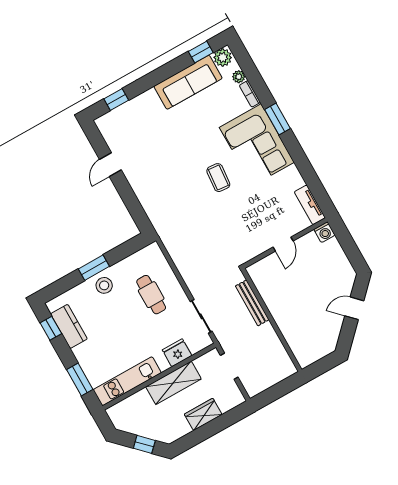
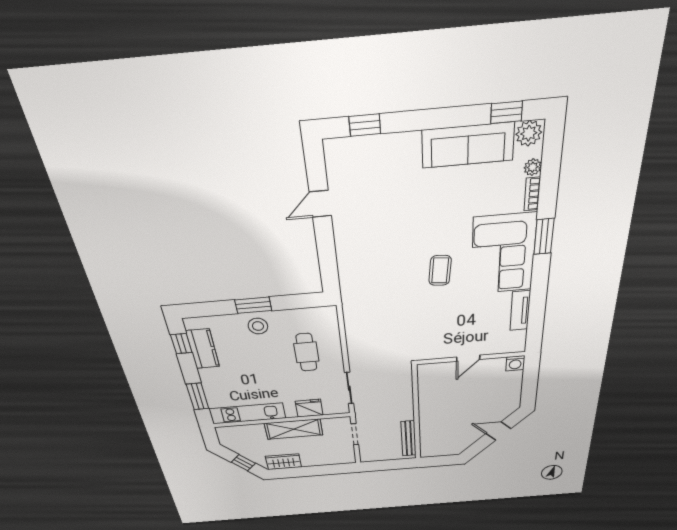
tv unit: (310, 205) -> (520, 311), moved
bench: (252, 303) -> (409, 438), moved
wardrobe: (203, 414) -> (283, 462), moved

